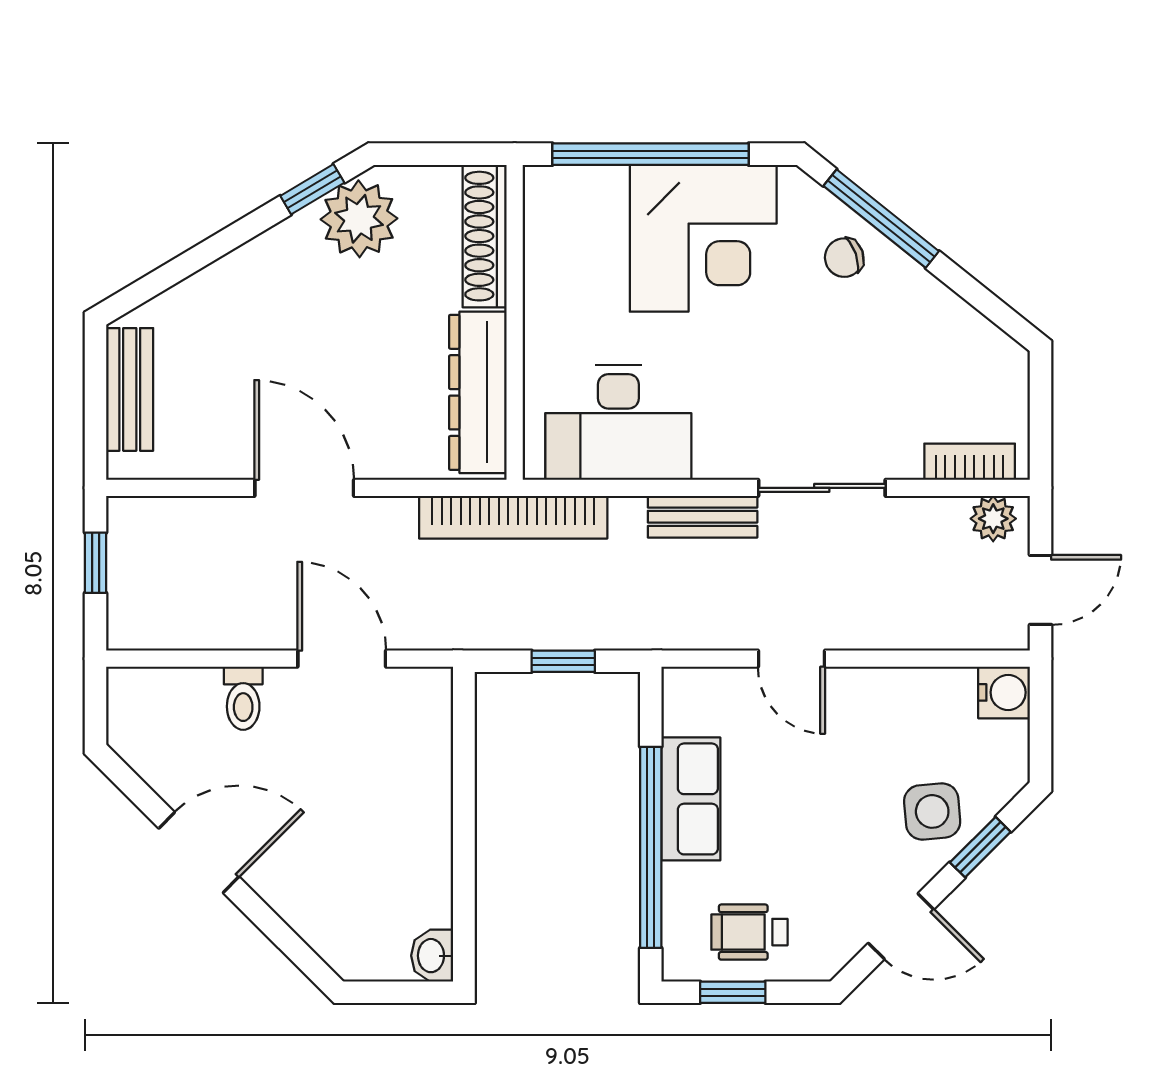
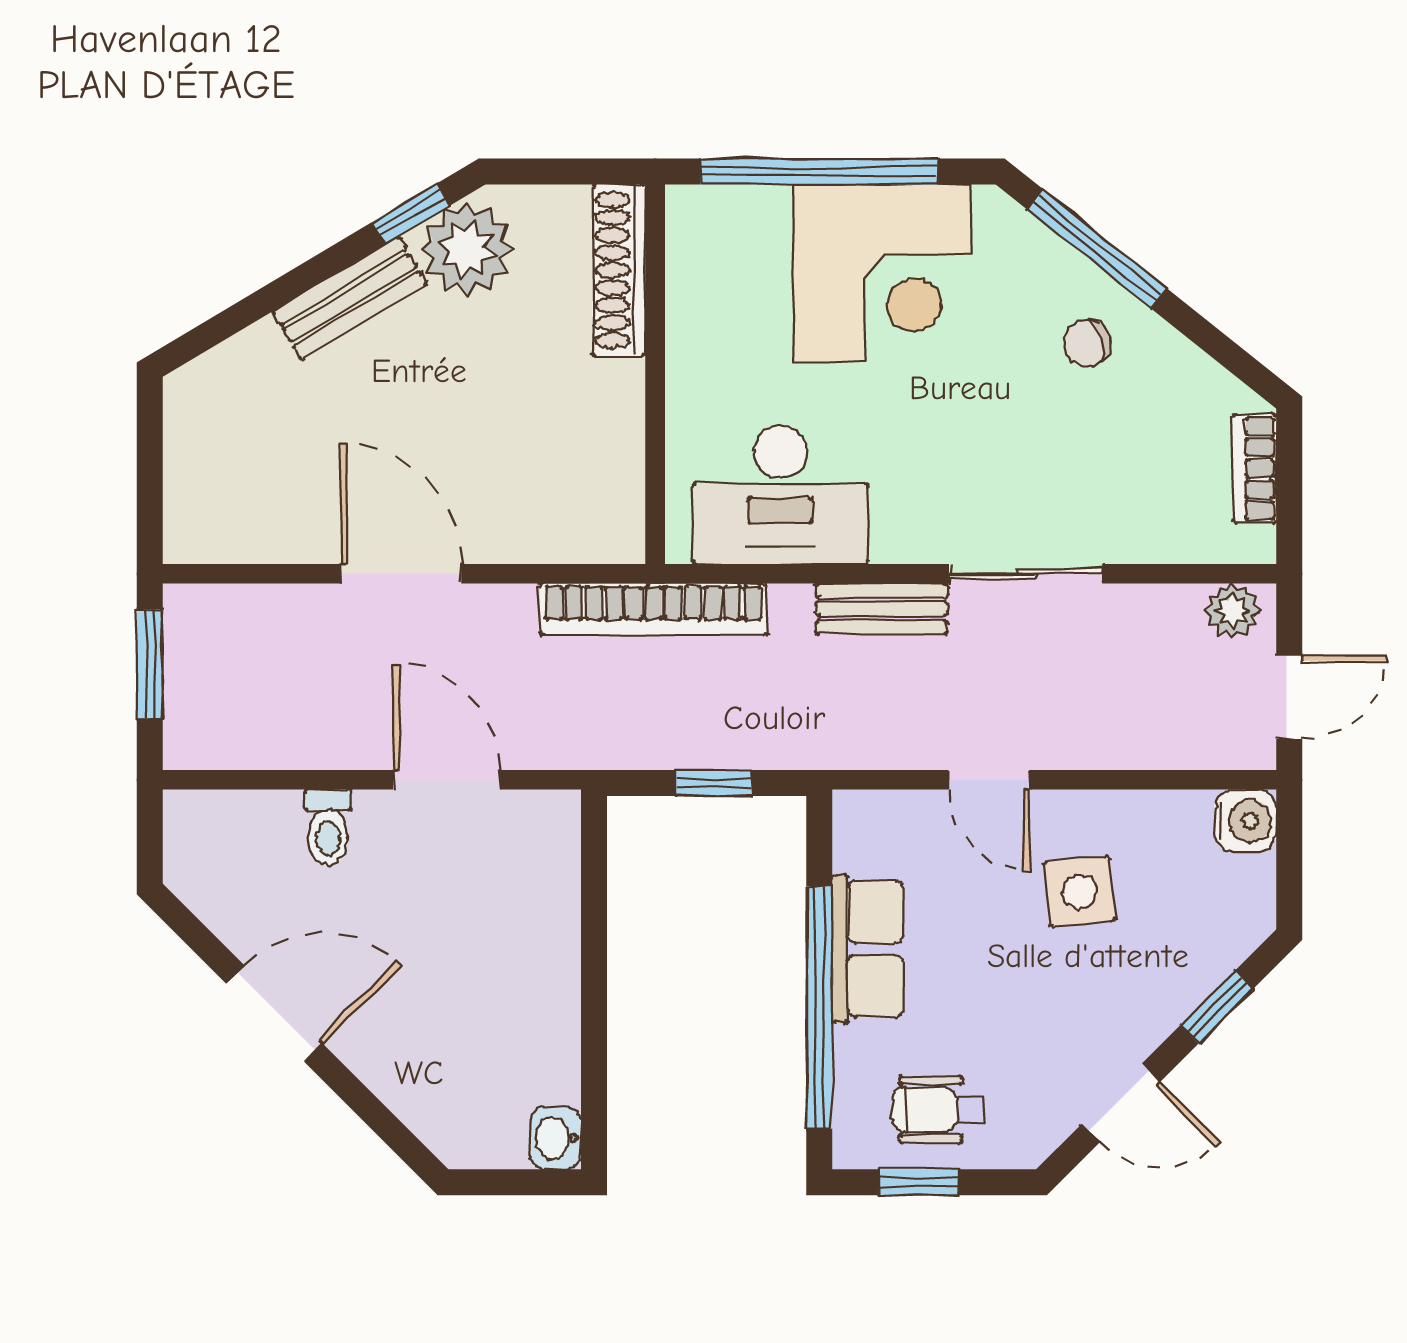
chair: (844, 258) -> (1087, 343), moved
bench: (130, 389) -> (350, 298), moved, turned 59
dresser: (478, 392) -> (611, 459), removed
bookcase: (970, 462) -> (1255, 469), moved, turned -90
window: (96, 563) -> (150, 664), width x1.50
side table: (932, 811) -> (1079, 892), moved

